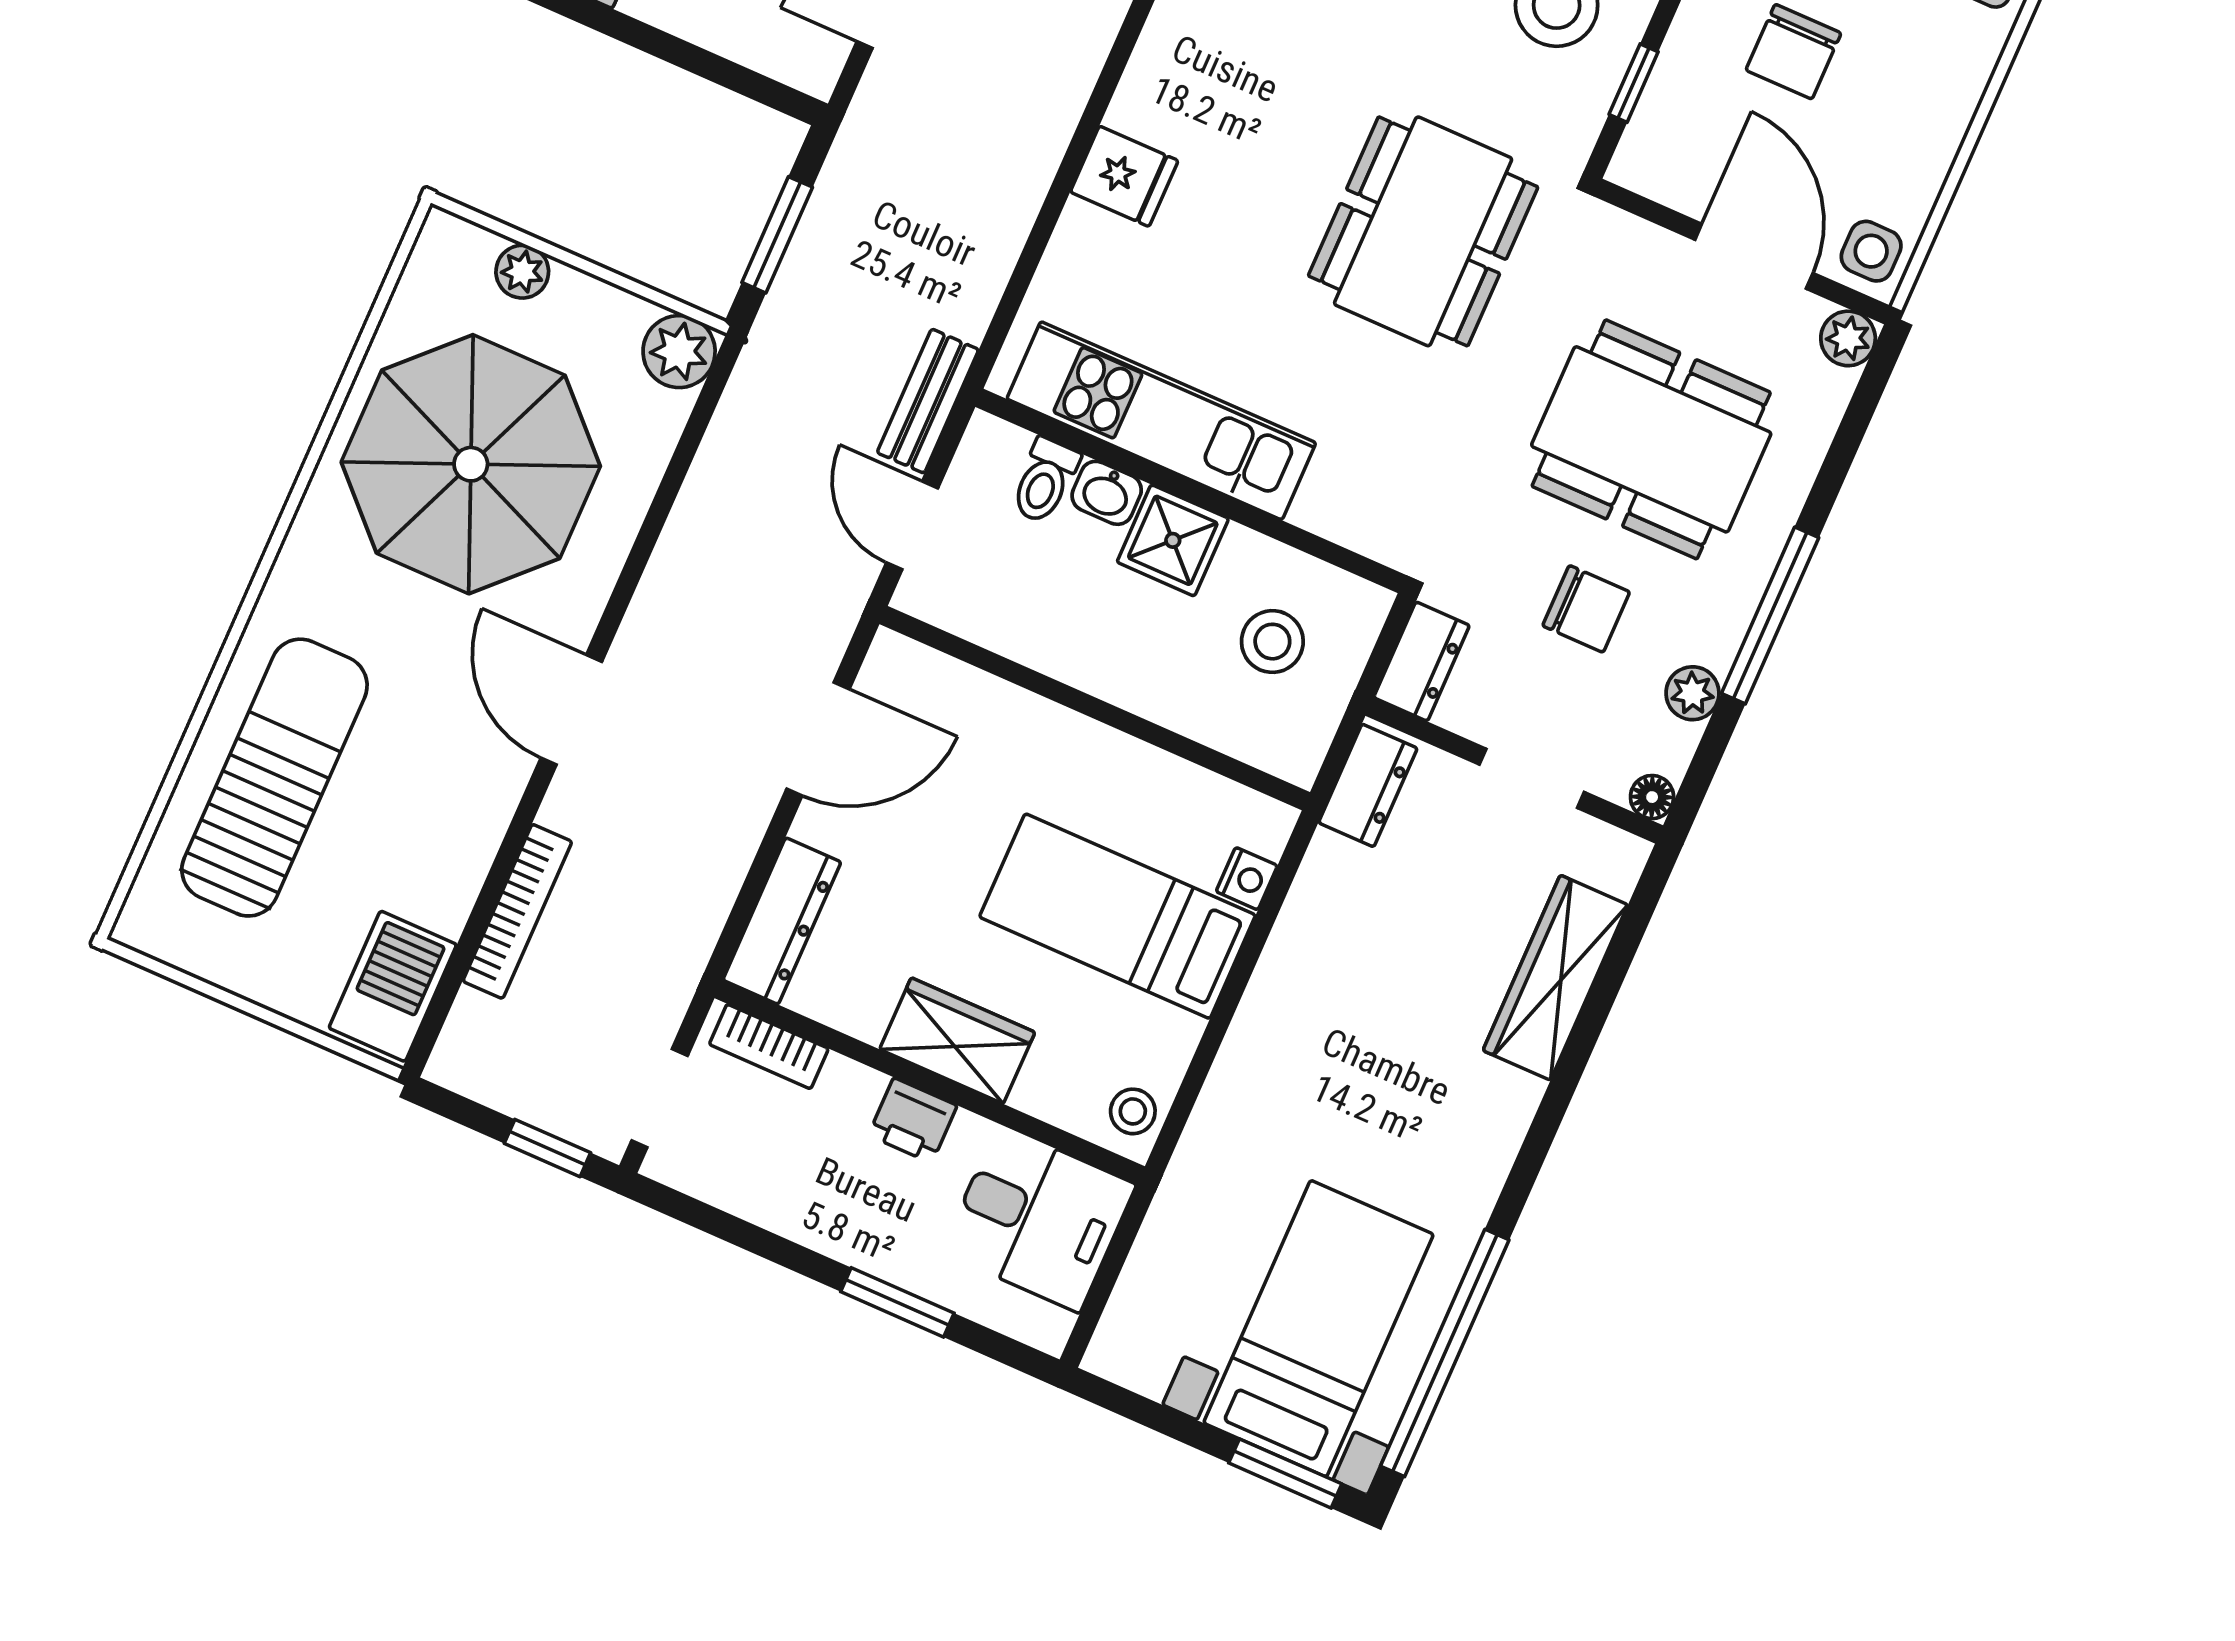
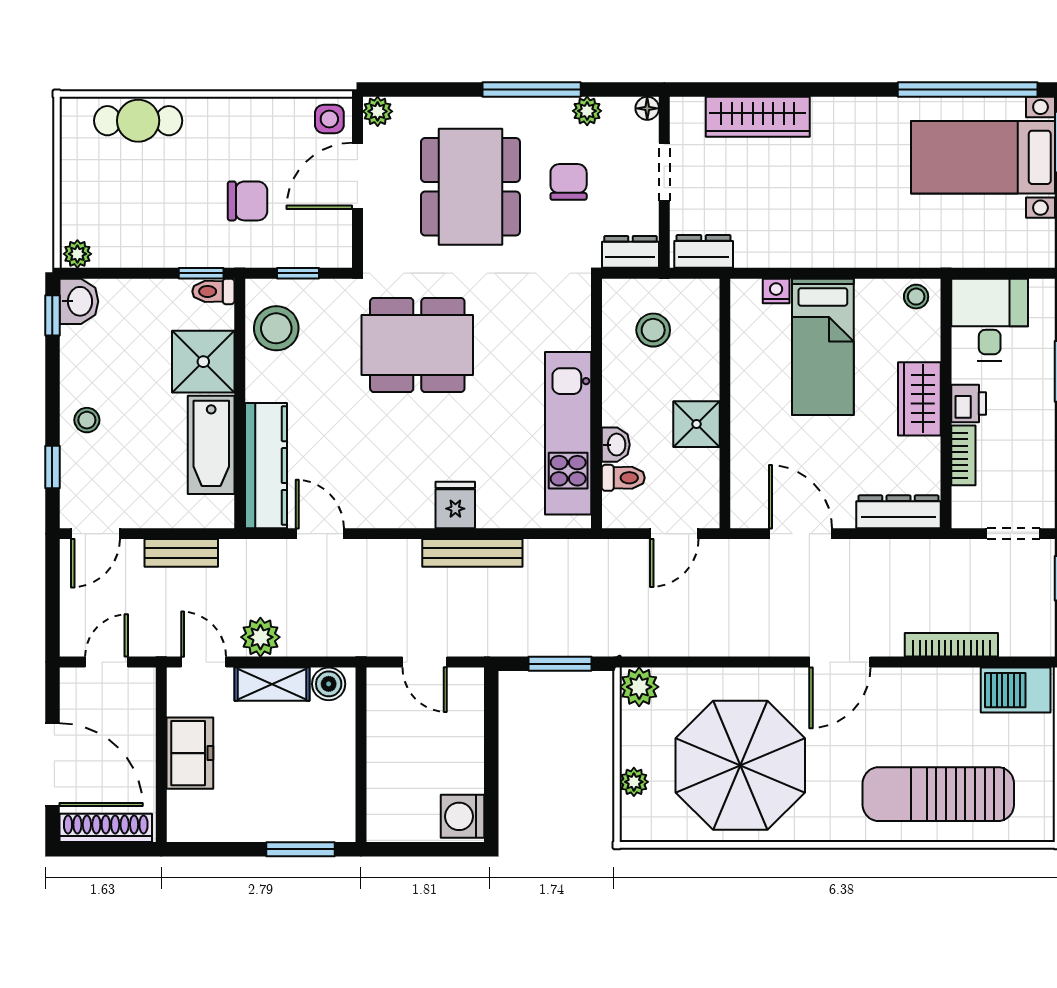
bench: (928, 401) -> (472, 553), moved, width x1.36
shower: (1173, 540) -> (697, 424), moved
bookcase: (769, 1046) -> (963, 455), moved

